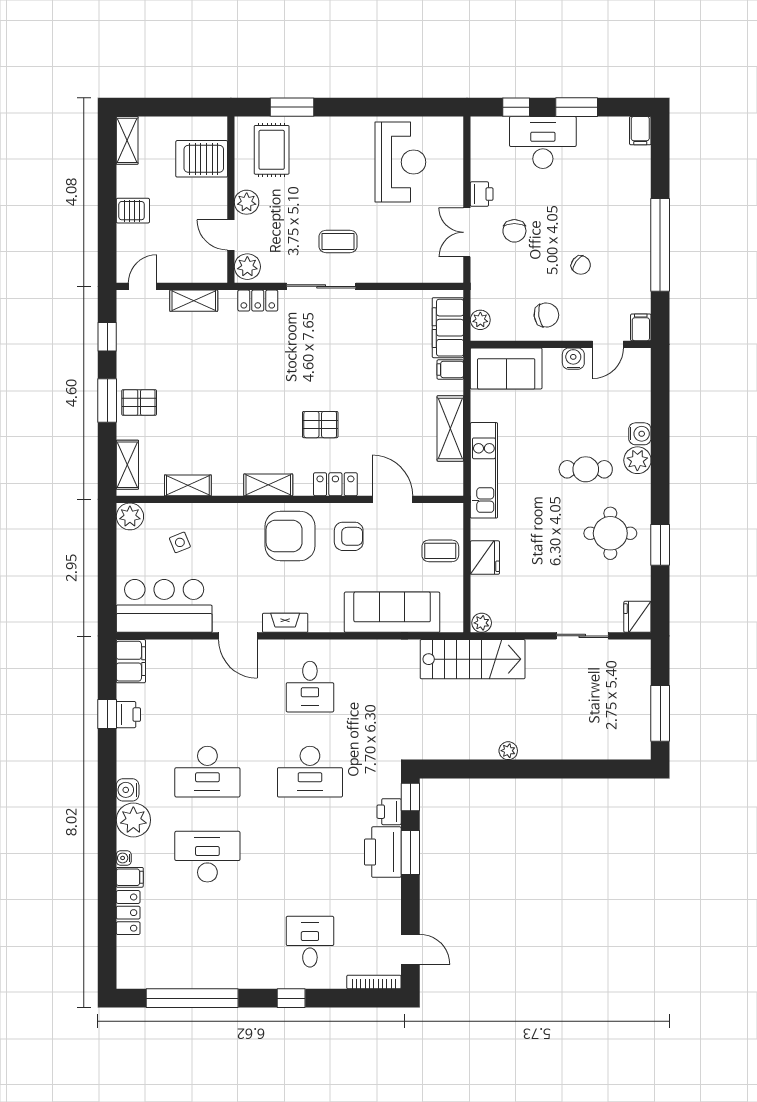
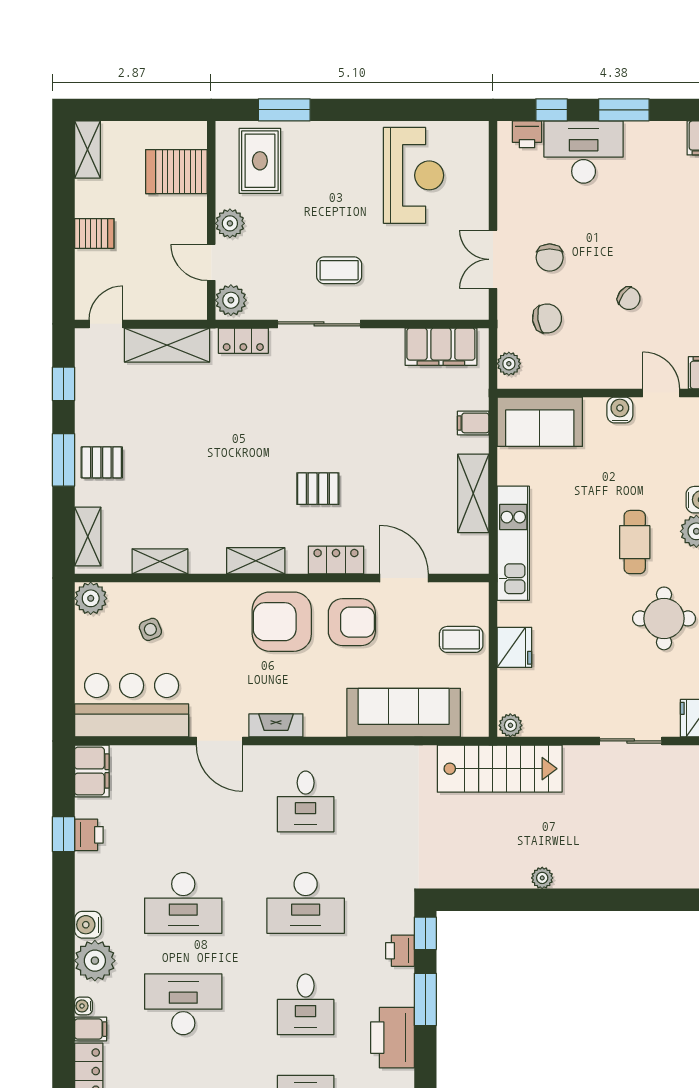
printer: (482, 194) -> (527, 134), moved, turned 90
shelving: (194, 301) -> (167, 345), width x1.50, depth x1.33
chair: (546, 315) -> (547, 319), moved
filing cabinet: (448, 328) -> (441, 347), moved, turned -90
door: (608, 344) -> (661, 393), swing flipped
cafe table: (586, 469) -> (635, 542), turned 90
armchair: (349, 536) -> (352, 622), width x1.38, depth x1.38
printer: (383, 852) -> (393, 1038), moved
desk: (310, 857) -> (306, 1004), added

